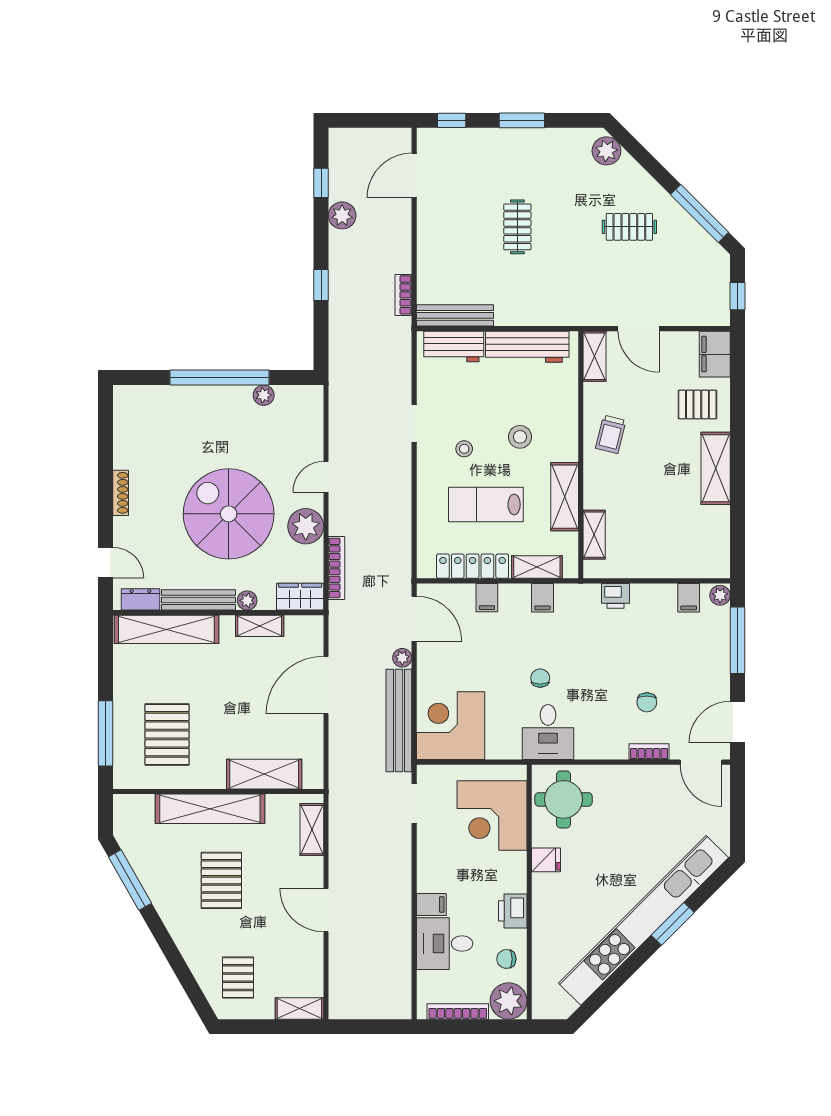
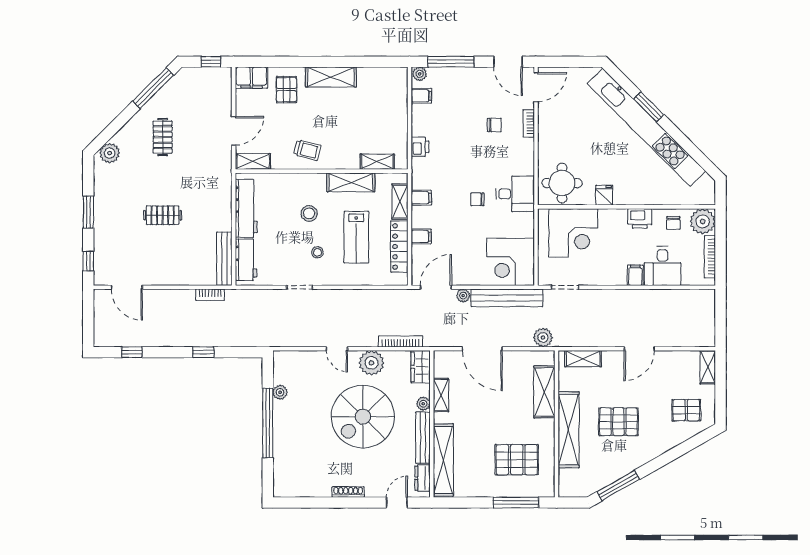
plant: (342, 215) -> (543, 337), moved

